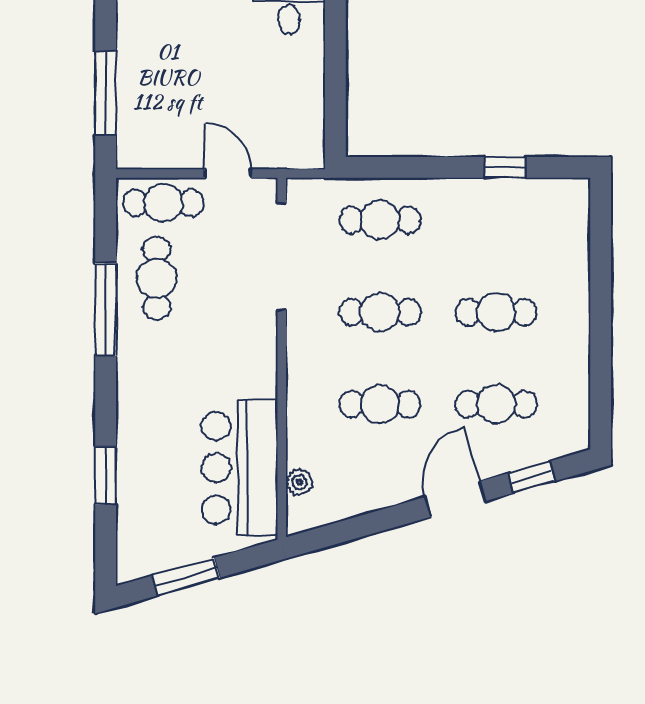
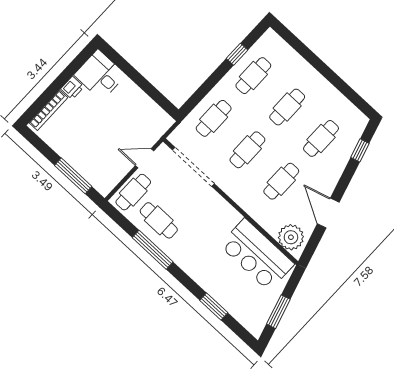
cafe table: (496, 220) -> (253, 76), added
plant: (299, 482) -> (291, 237), width x1.87, depth x1.87
door: (455, 499) -> (328, 213), moved

